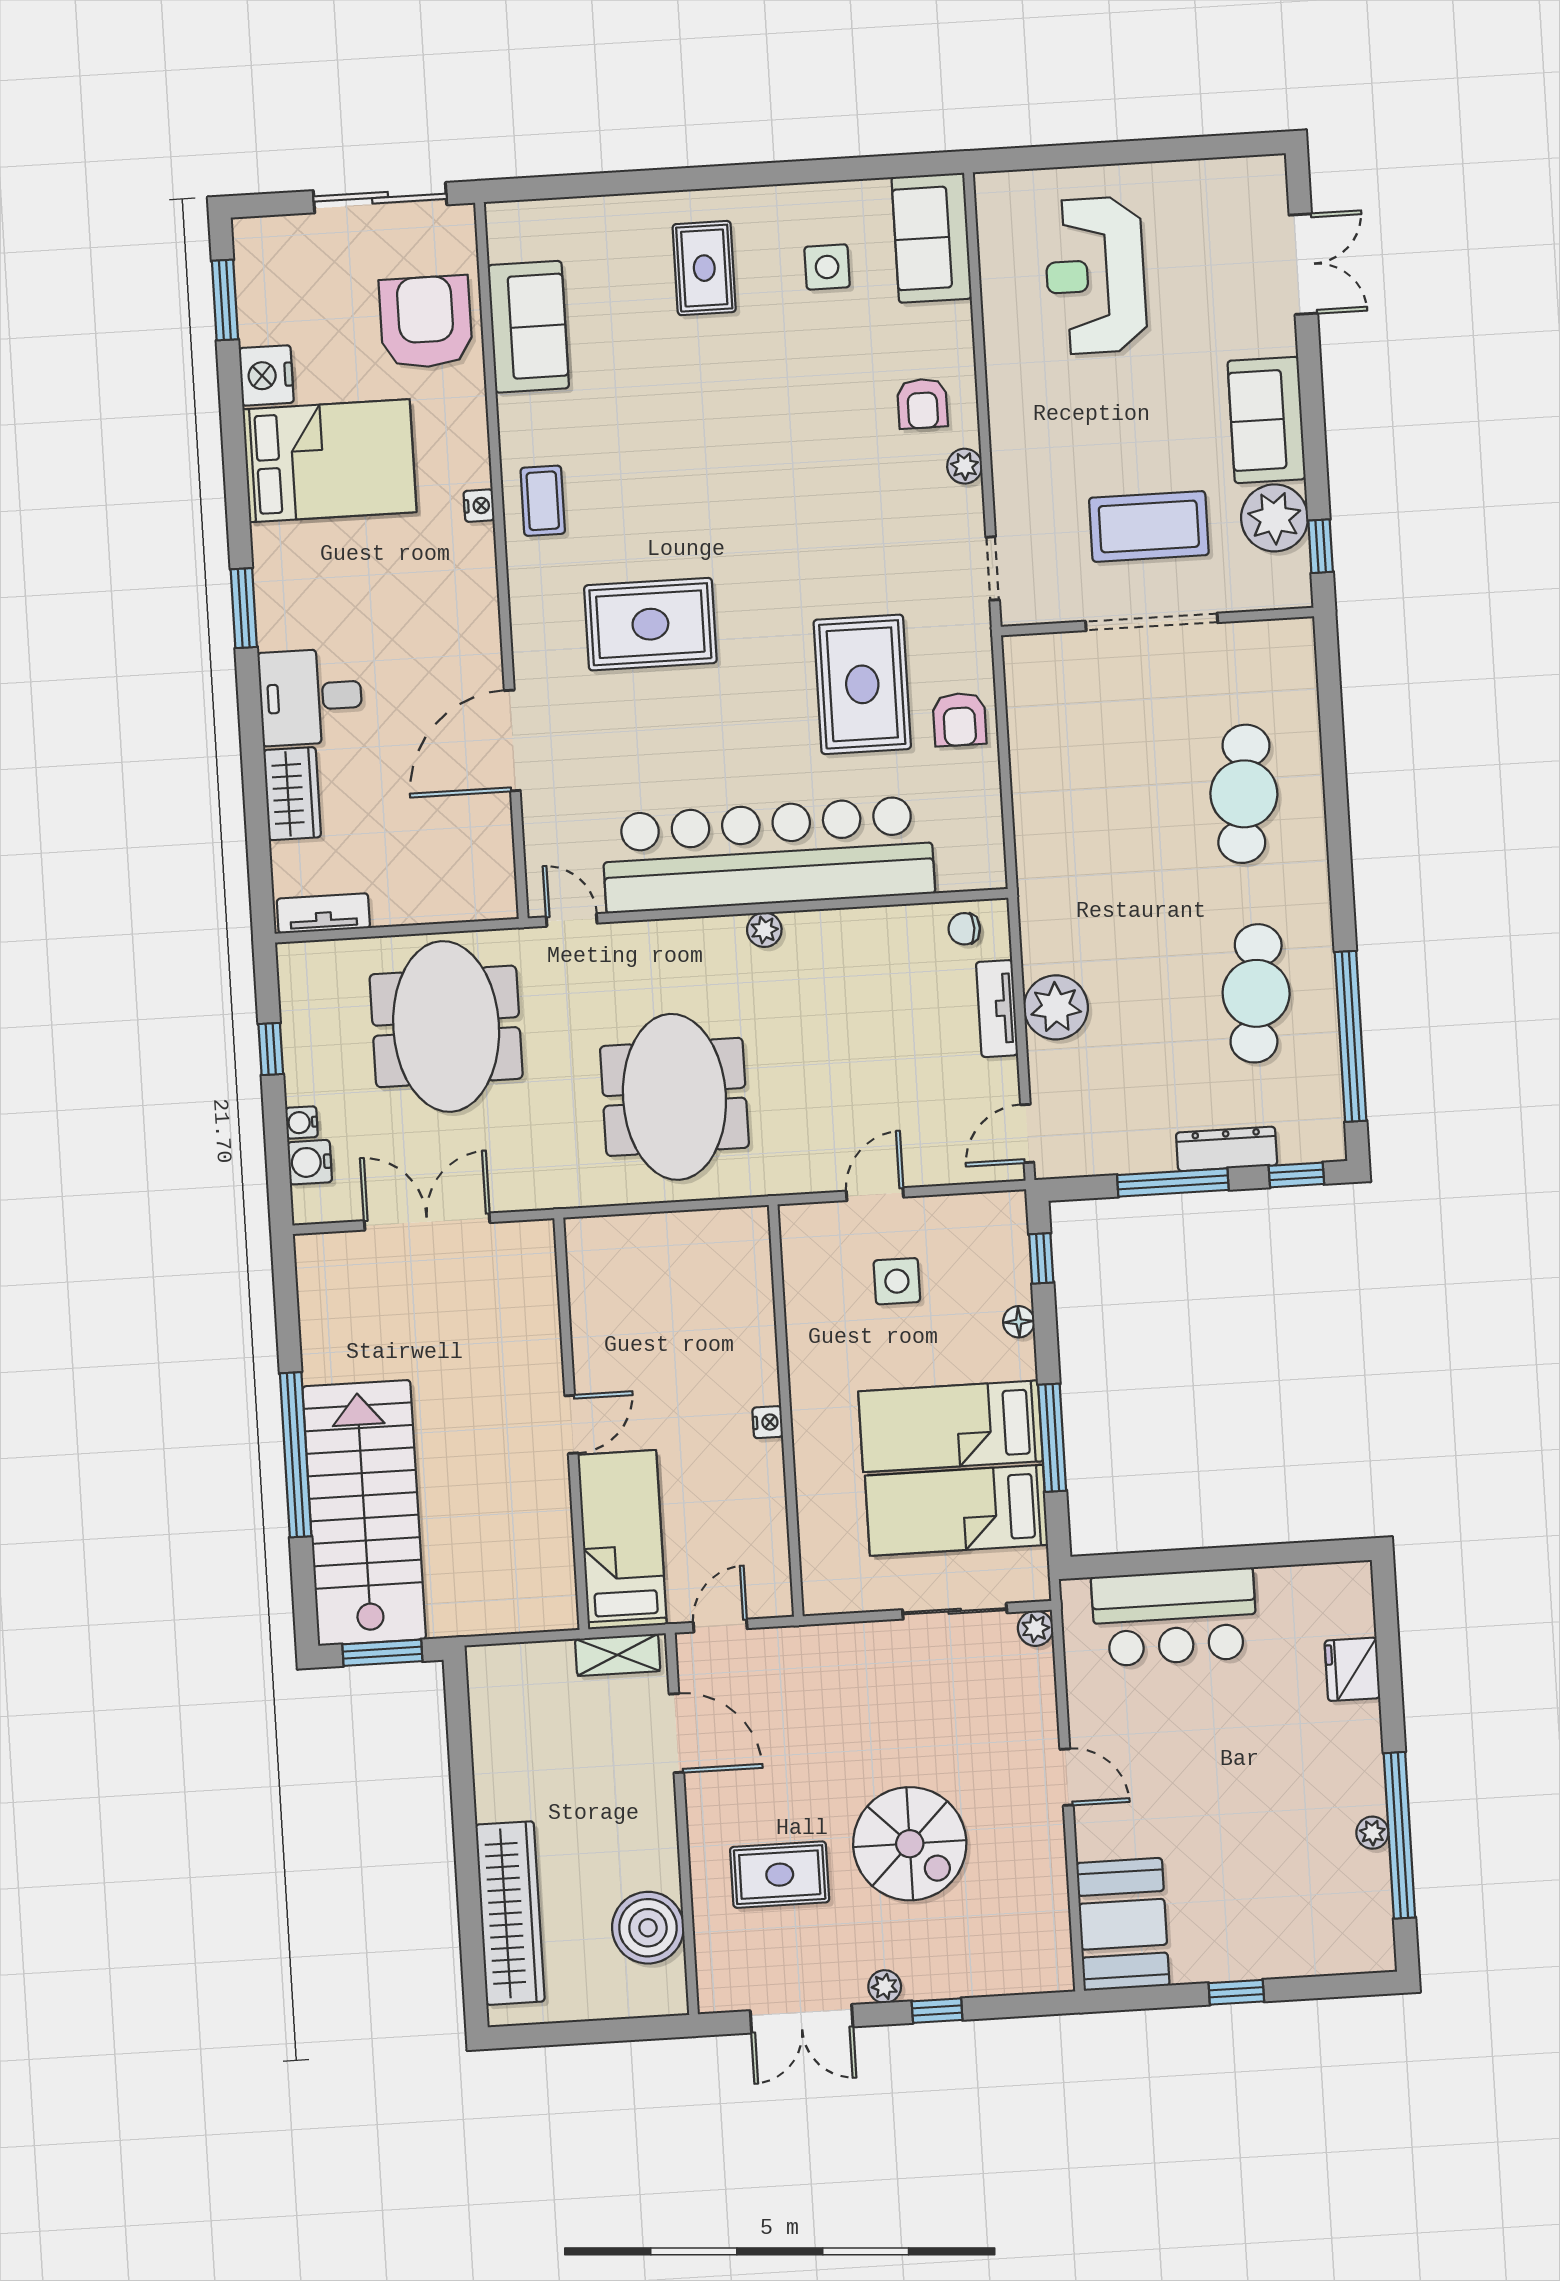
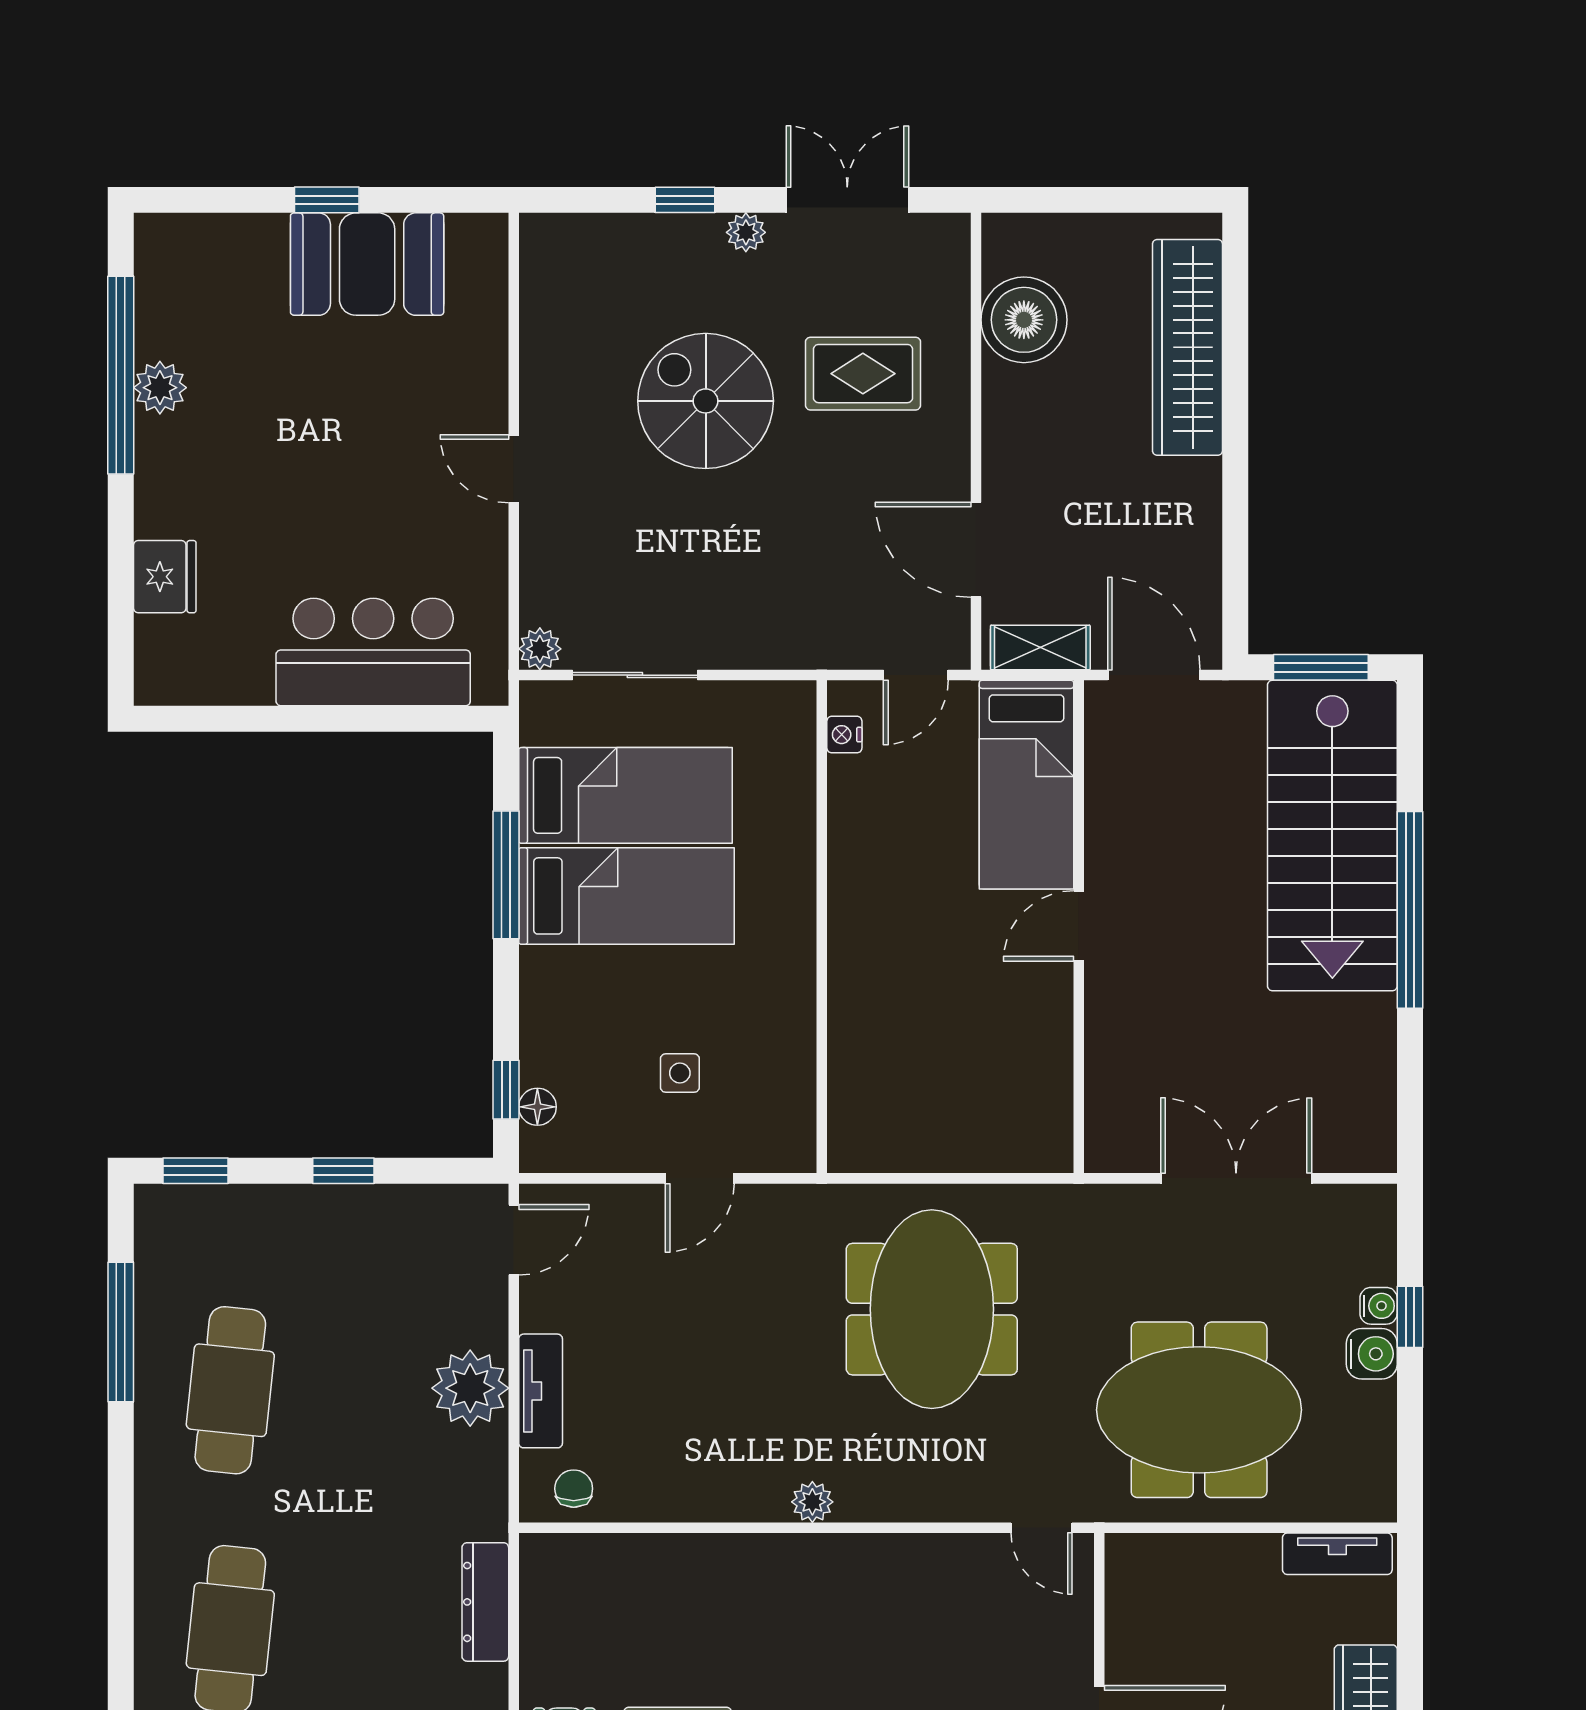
bar counter: (768, 854) -> (803, 1592), removed
chair: (964, 929) -> (574, 1489), turned -90
meeting table: (446, 1026) -> (1199, 1410), turned 90
window: (1351, 1036) -> (121, 1332), width x0.68
window: (271, 1049) -> (1410, 1317), moved
dresser: (1227, 1149) -> (485, 1602), moved, turned 90
water cooler: (310, 1162) -> (1372, 1354), moved
window: (1173, 1182) -> (343, 1171), width x0.46
double door: (427, 1222) -> (1236, 1178), swing flipped
side table: (897, 1281) -> (680, 1073), width x0.73, depth x0.73
floor lamp: (1019, 1322) -> (537, 1107), moved
nightstand: (768, 1422) -> (844, 735), moved
door: (521, 1638) -> (1154, 675), added
plant: (1372, 1833) -> (160, 388), width x1.38, depth x1.38
booth: (1123, 1924) -> (367, 264), moved, turned 90

